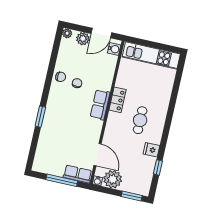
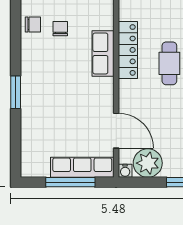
locker: (118, 100) -> (128, 50), width x1.53
row of seats: (78, 174) -> (82, 167), width x1.48

